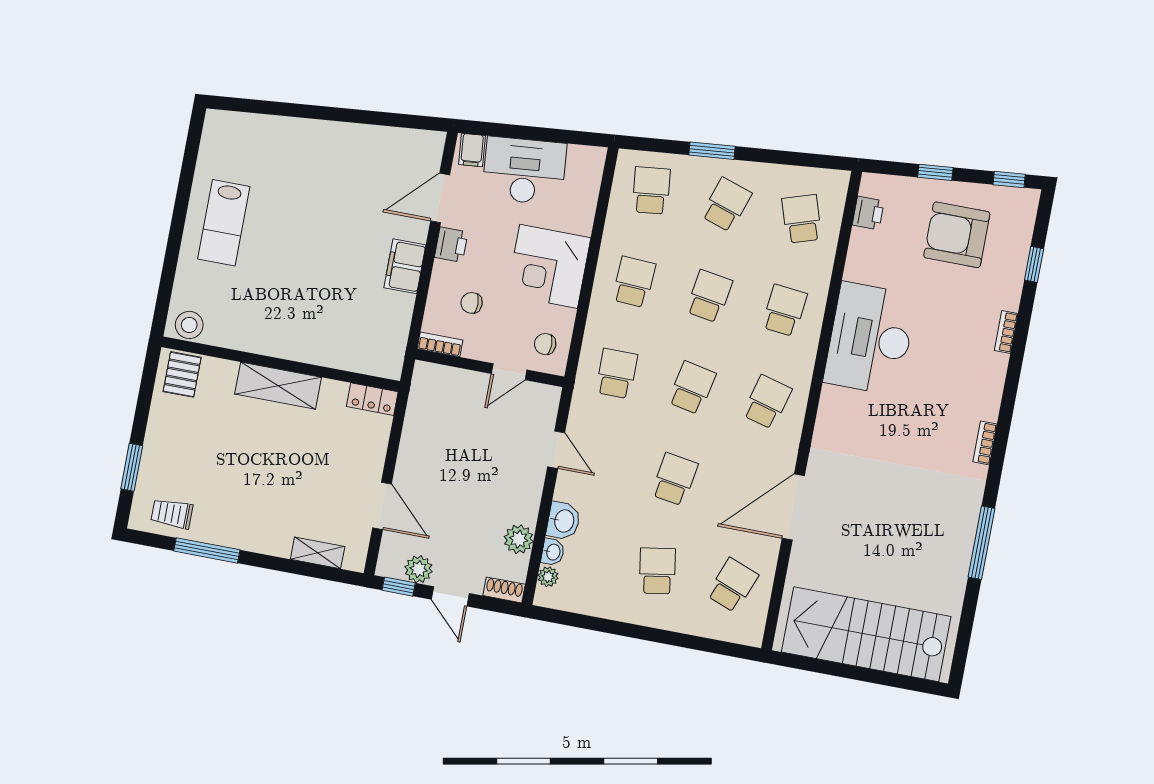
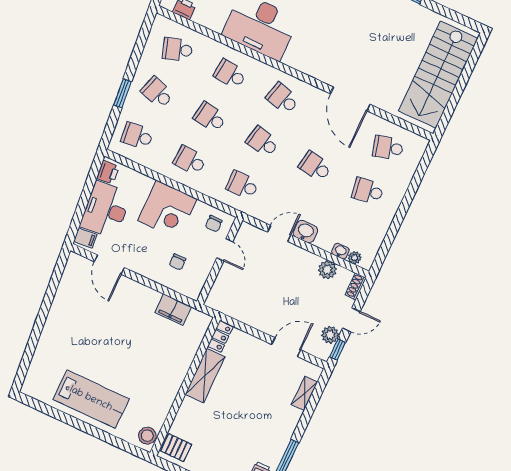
lab bench: (224, 223) -> (91, 399), width x1.36, depth x1.39
printer: (451, 245) -> (108, 172), moved, turned 85
filing cabinet: (405, 266) -> (173, 310), moved
bookcase: (440, 344) -> (198, 287), removed
shelving: (278, 386) -> (205, 376), moved
washbasin: (563, 521) -> (305, 232), moved
school desk: (732, 585) -> (388, 148), turned -36

